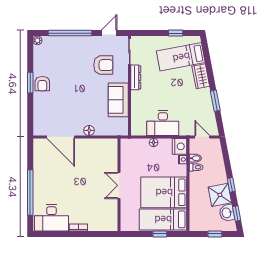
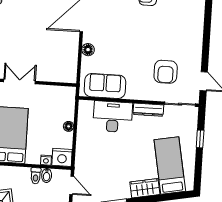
window: (70, 33) -> (207, 34), removed
window: (176, 33) -> (200, 139), moved
sofa: (118, 100) -> (105, 86), moved
desk: (163, 123) -> (113, 117), moved, turned 90
door: (202, 137) -> (72, 185), hinge flipped

